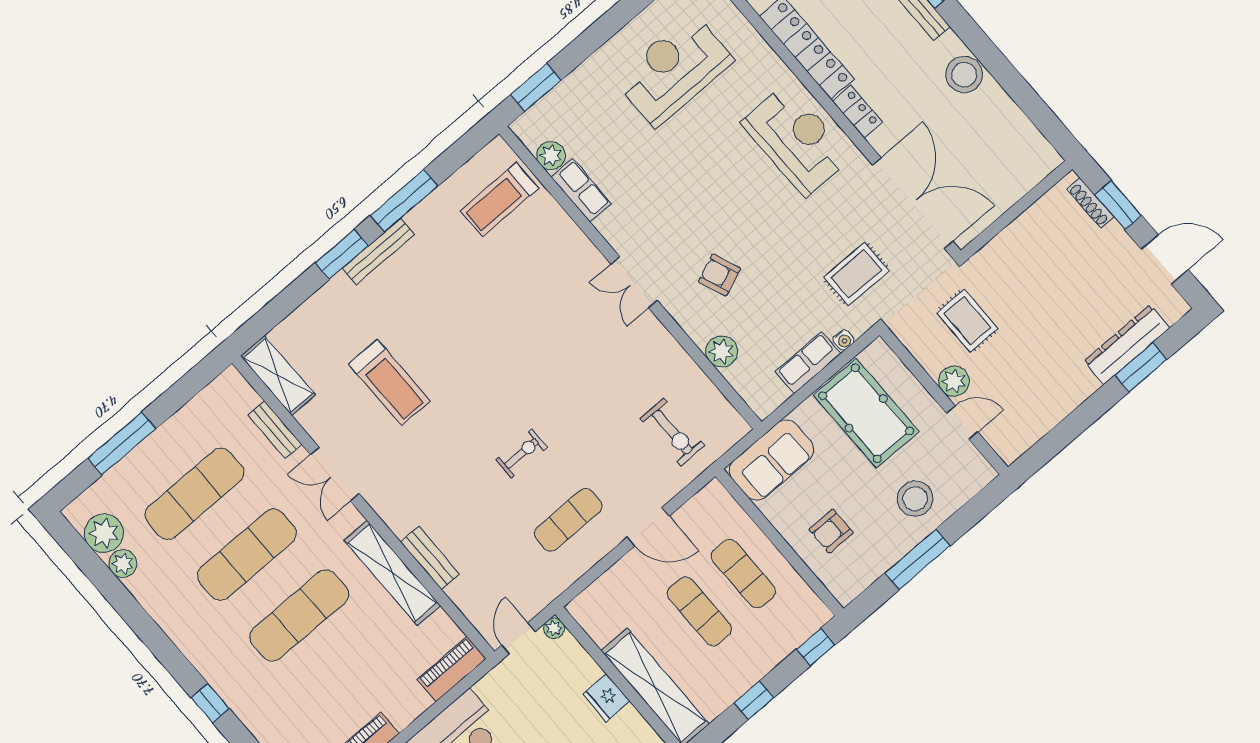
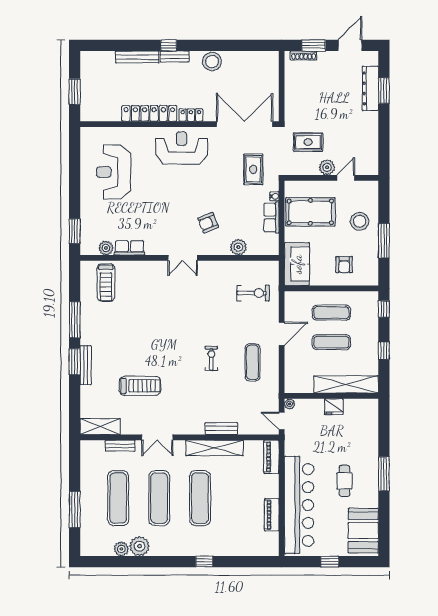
bench: (378, 251) -> (86, 365), moved
plant: (104, 533) -> (139, 546), moved

